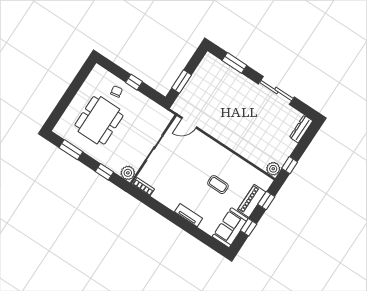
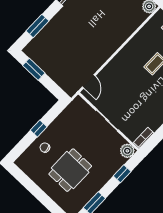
window: (182, 81) -> (34, 69), moved
dining table: (99, 120) -> (70, 170), width x0.73

